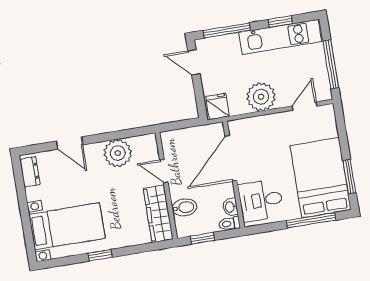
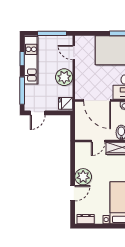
plant: (118, 153) -> (83, 177), moved

